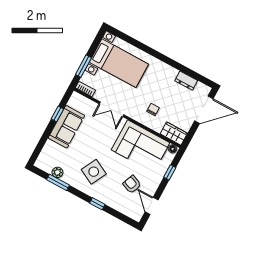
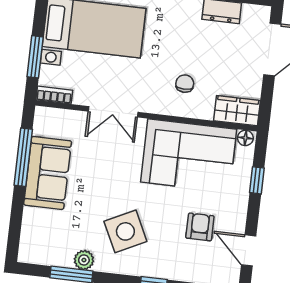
window: (57, 114) -> (23, 157), width x2.17
plant: (57, 172) -> (84, 260), moved
side table: (94, 172) -> (125, 231), turned 37
armchair: (132, 184) -> (200, 227), turned 68

